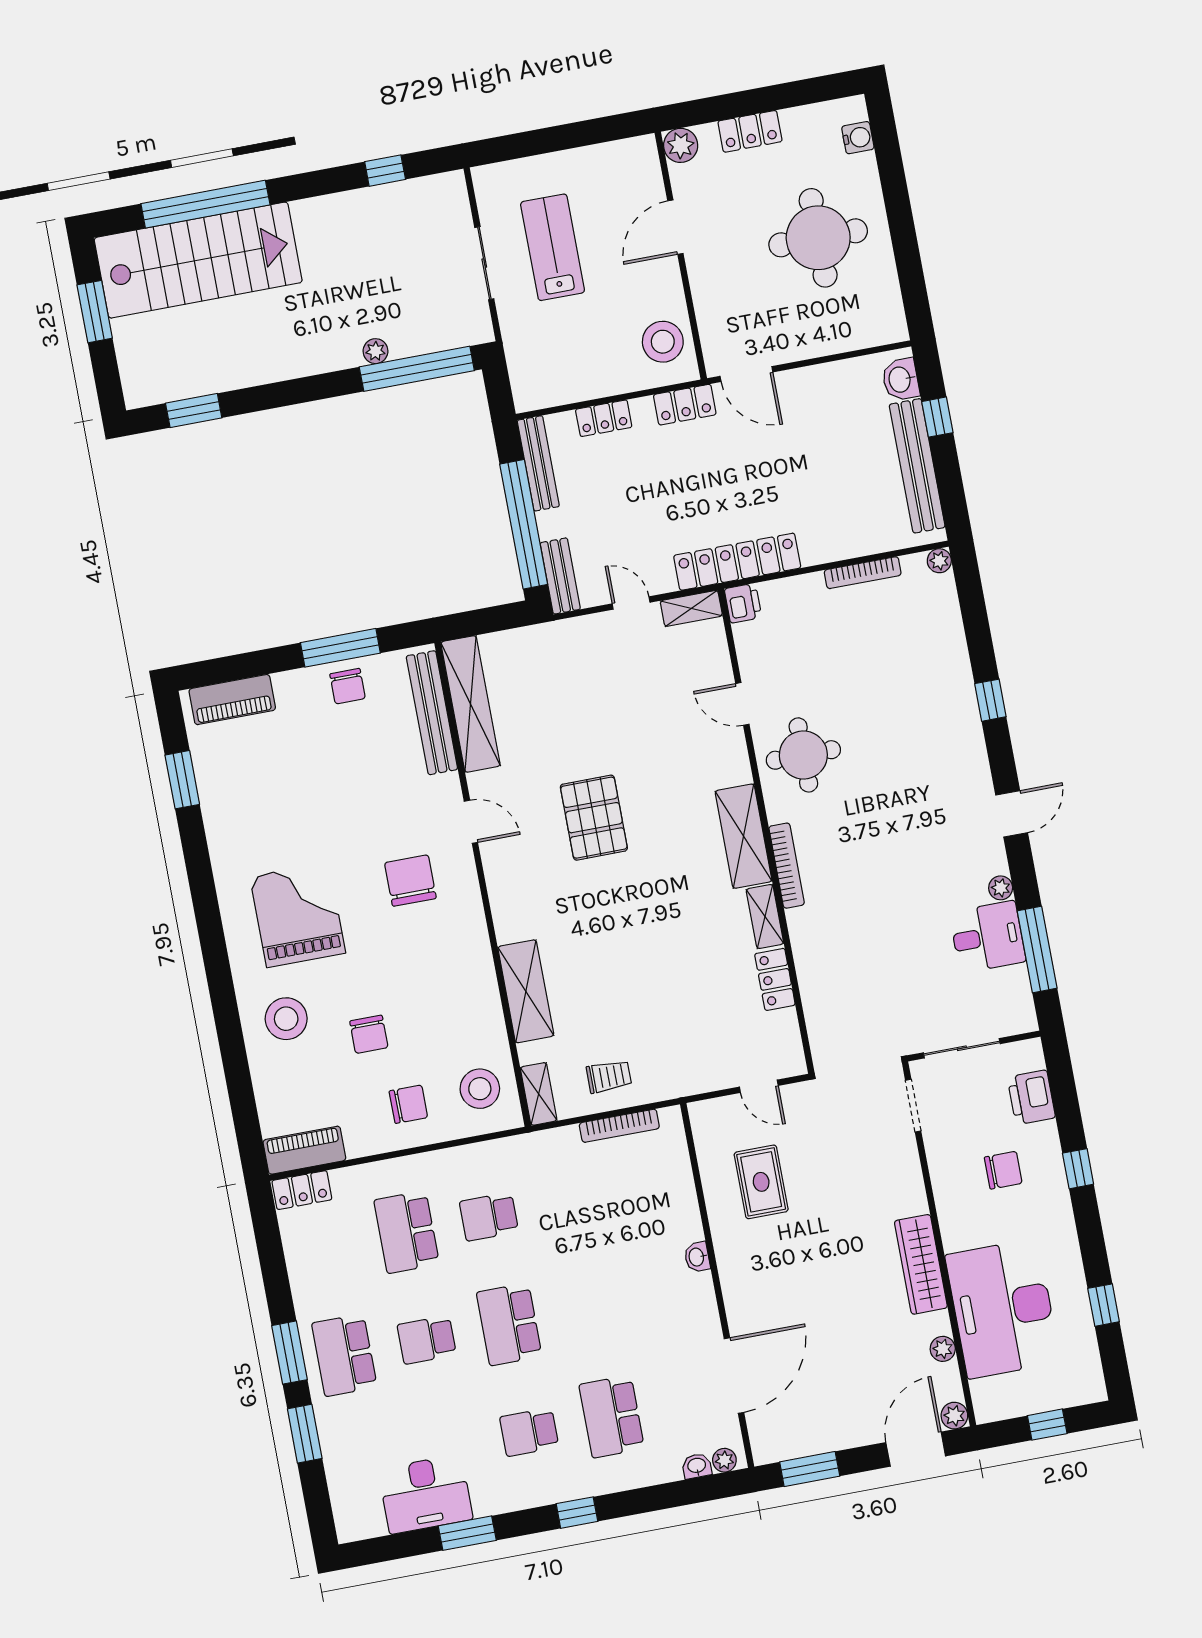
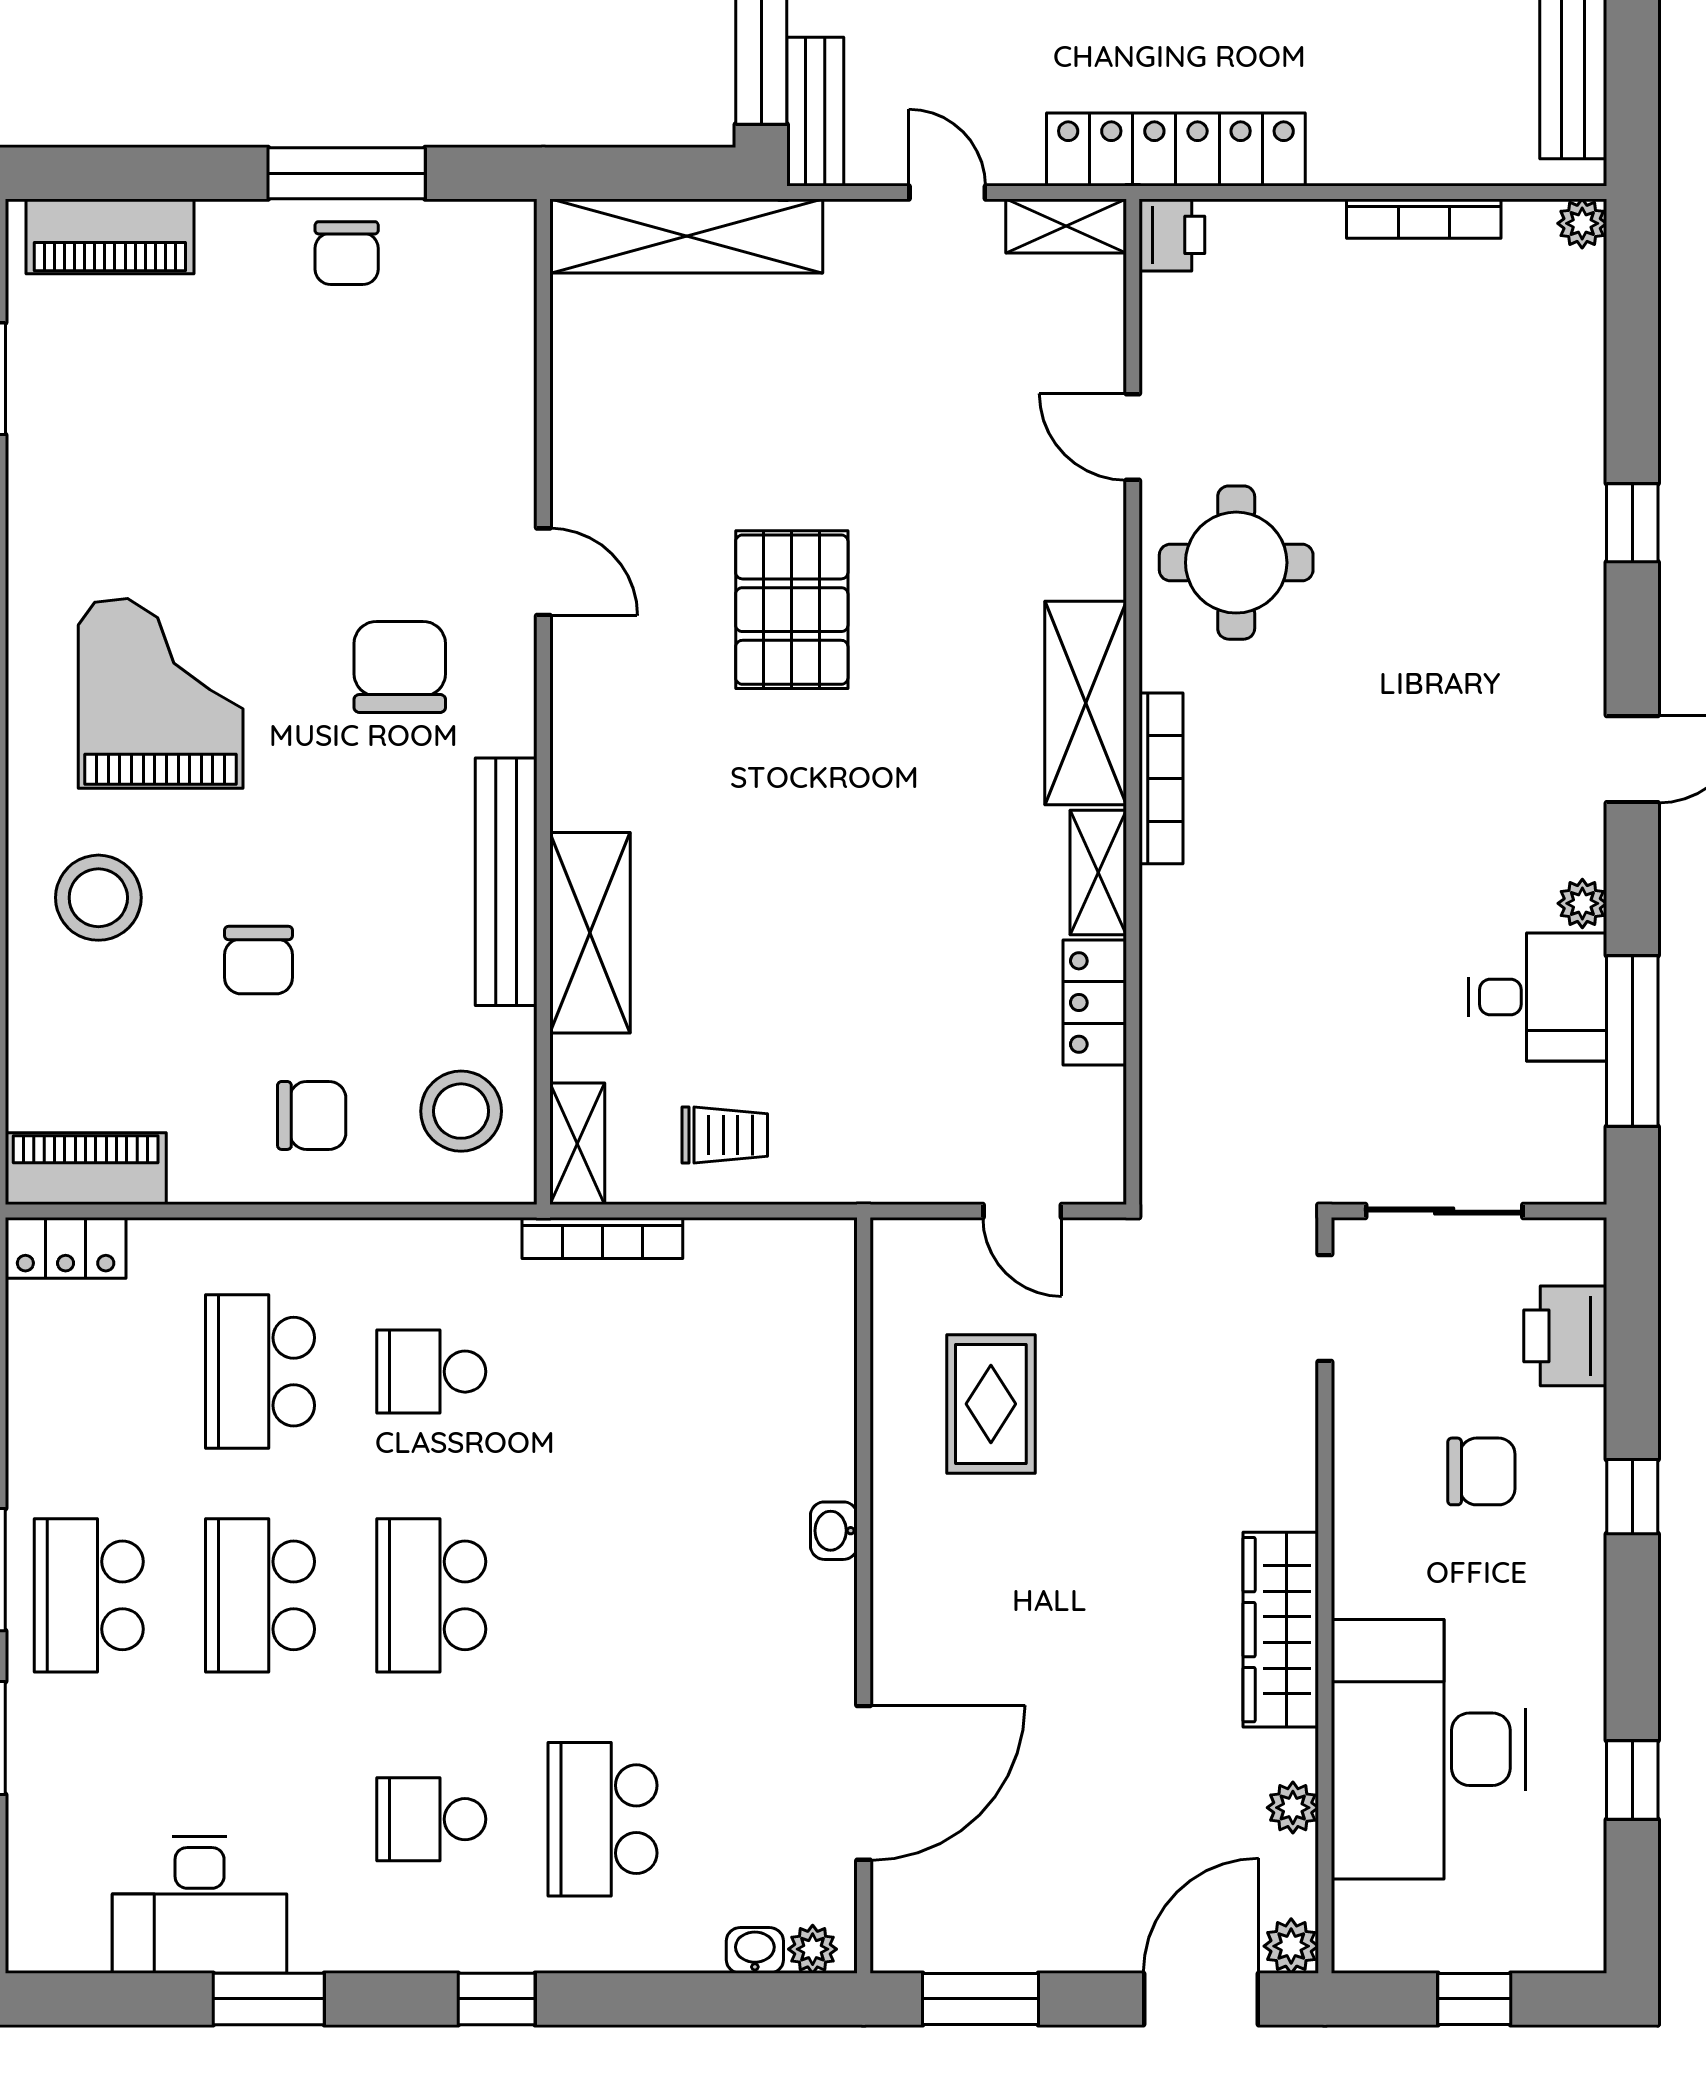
shelving: (470, 704) -> (687, 236), moved, turned 90
bench: (432, 713) -> (506, 882), moved
bookcase: (619, 1126) -> (602, 1238), moved
school desk: (427, 1340) -> (260, 1595), width x1.85

